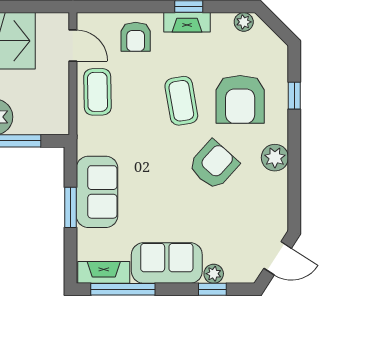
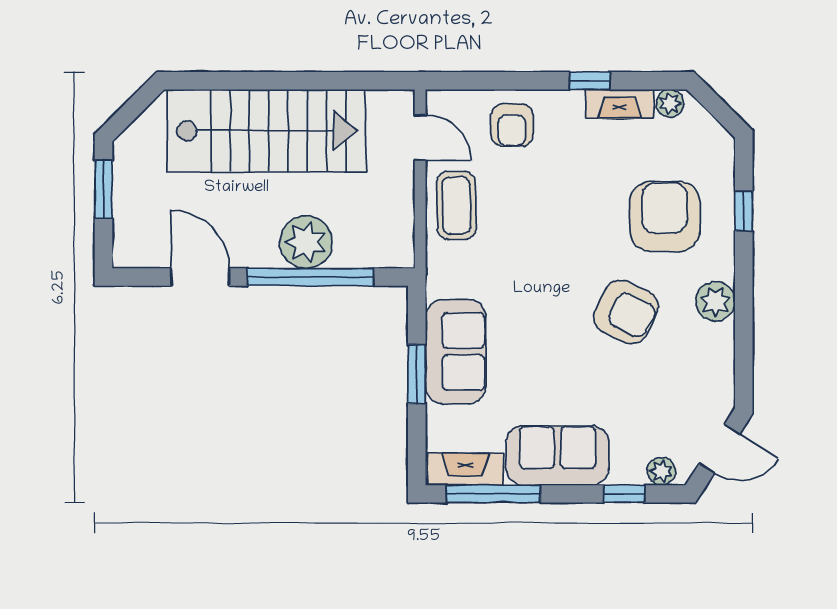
fireplace: (187, 22) -> (620, 104), moved
armchair: (240, 99) -> (665, 216), turned 180
coffee table: (181, 101) -> (579, 218), removed
armchair: (214, 165) -> (626, 312), turned 74
plant: (214, 274) -> (661, 471), moved

